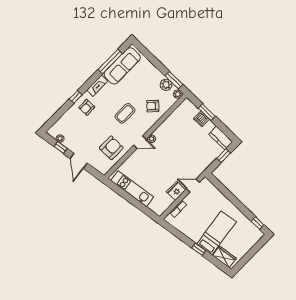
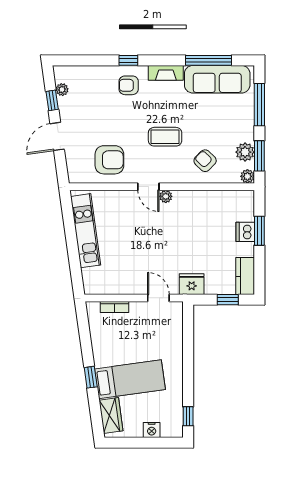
window: (151, 58) -> (259, 105), added
fridge: (176, 191) -> (192, 284), moved
nightstand: (248, 245) -> (152, 430), added

